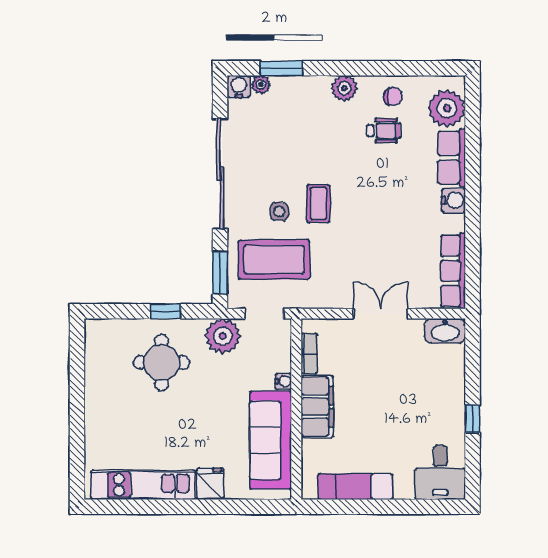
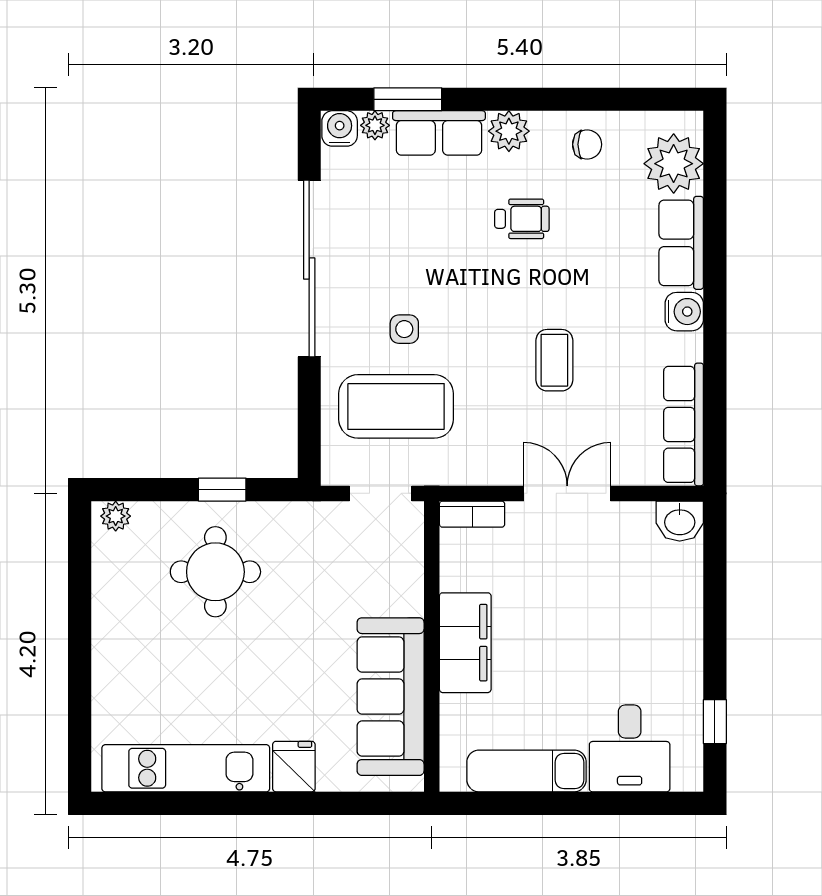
row of seats: (301, 89) -> (439, 133), added
wheelchair: (384, 131) -> (522, 219), moved
coffee table: (318, 204) -> (554, 360), moved
window: (220, 273) -> (309, 427), removed
washbasin: (445, 331) -> (680, 521), width x0.72
plant: (223, 336) -> (116, 516), moved, width x0.53, depth x0.53
bookcase: (309, 353) -> (472, 514), moved, turned 90
water cooler: (283, 381) -> (411, 602), removed
window: (473, 419) -> (715, 722), moved
desk: (440, 472) -> (630, 748), moved

